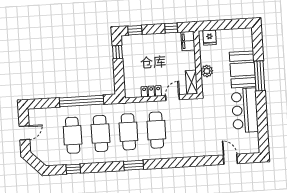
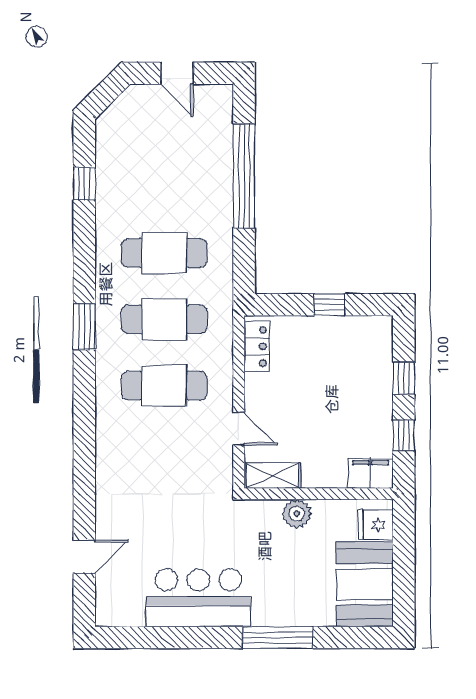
window: (135, 30) -> (404, 378), moved
window: (117, 52) -> (329, 305), moved
booth: (243, 69) -> (365, 584), moved, turned 90
locker: (151, 91) -> (257, 346), moved
window: (82, 101) -> (244, 176), moved
cafe table: (73, 135) -> (164, 187), removed

